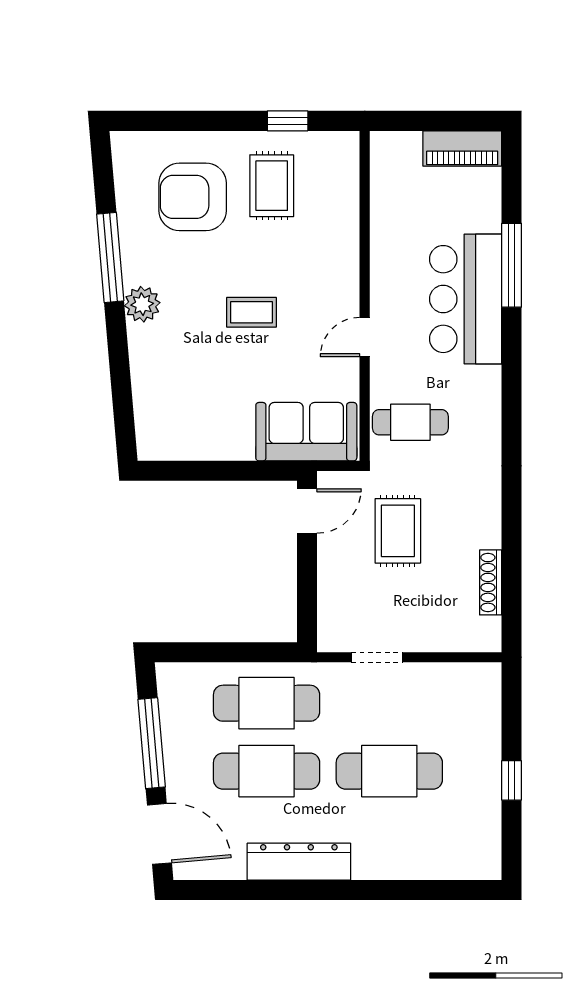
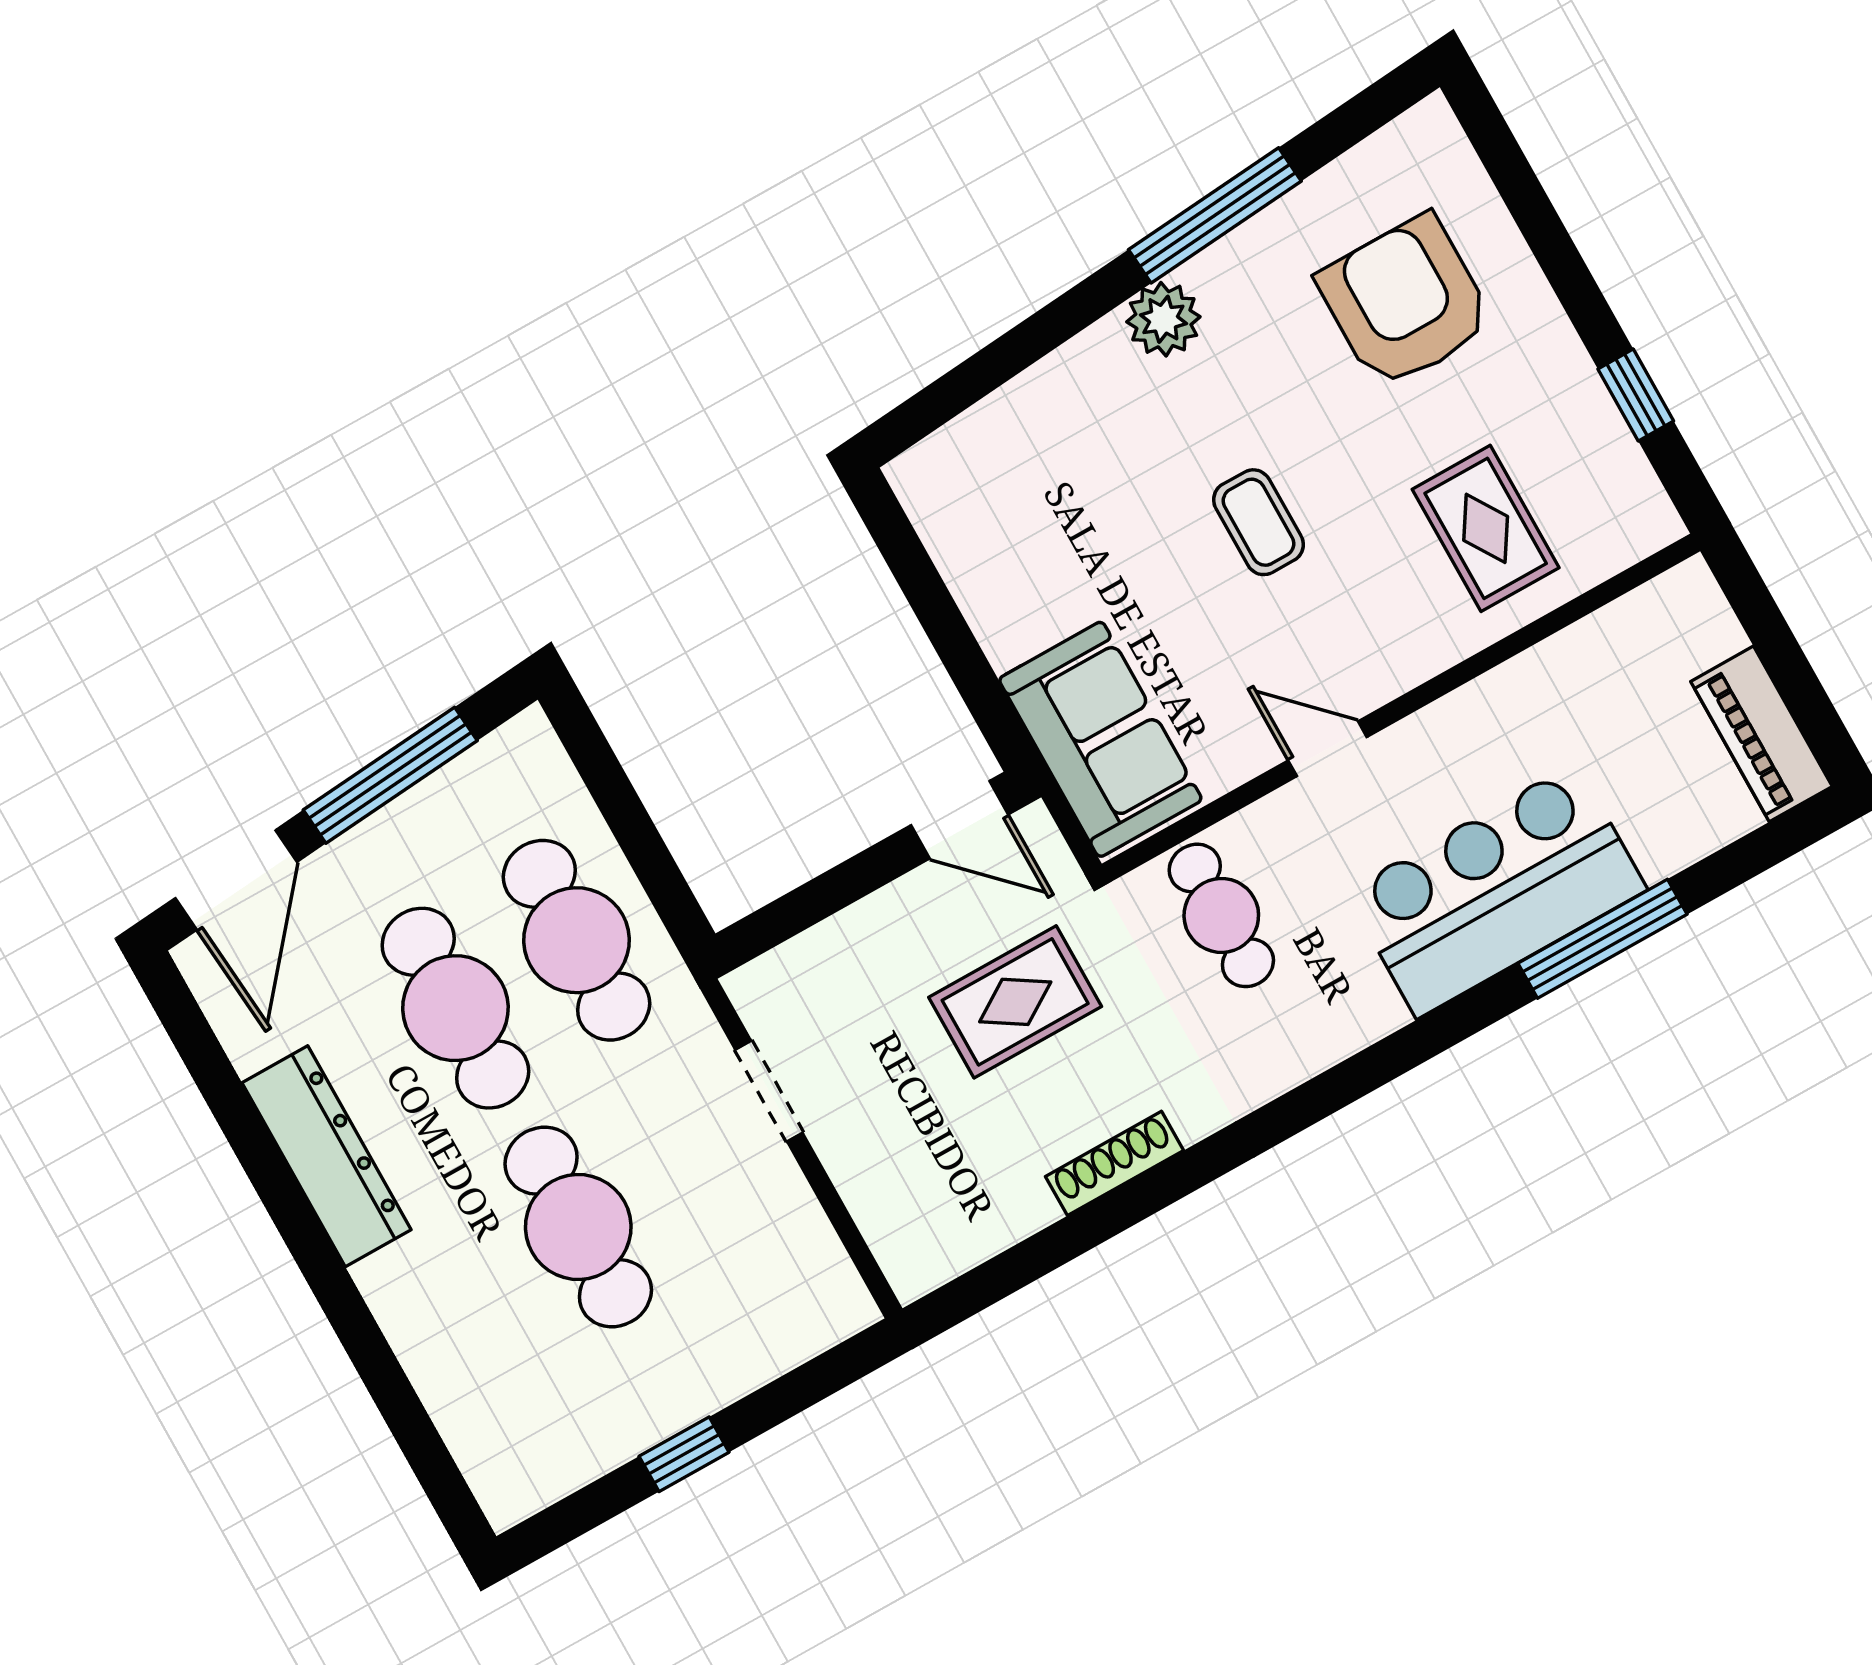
rug: (272, 186) -> (1486, 528), moved, turned 90
shoe rack: (491, 582) -> (1115, 1163), moved

